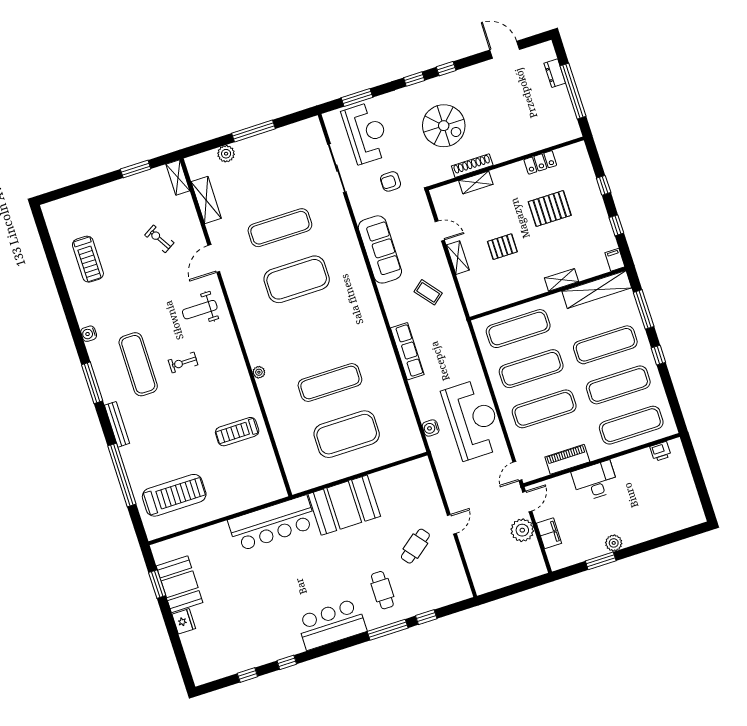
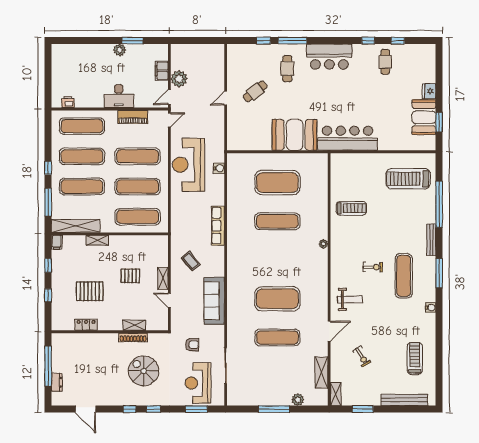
bench: (84, 199) -> (404, 400), added
cafe table: (255, 641) -> (385, 62), added

